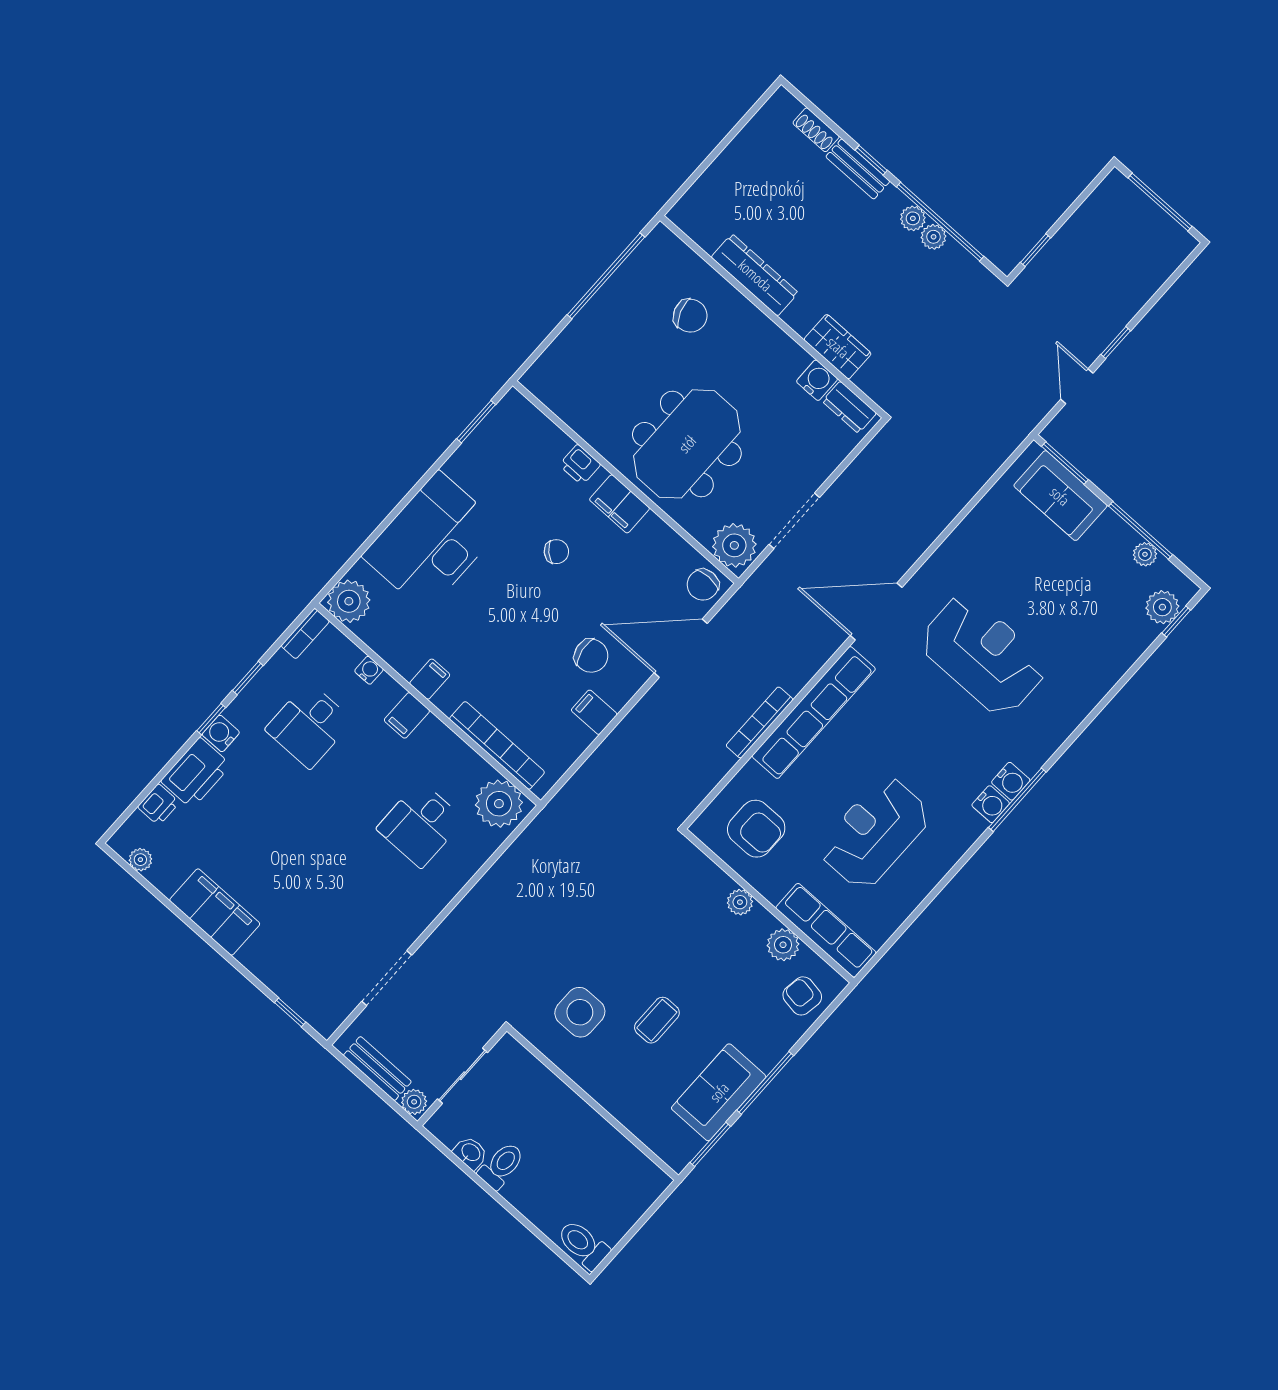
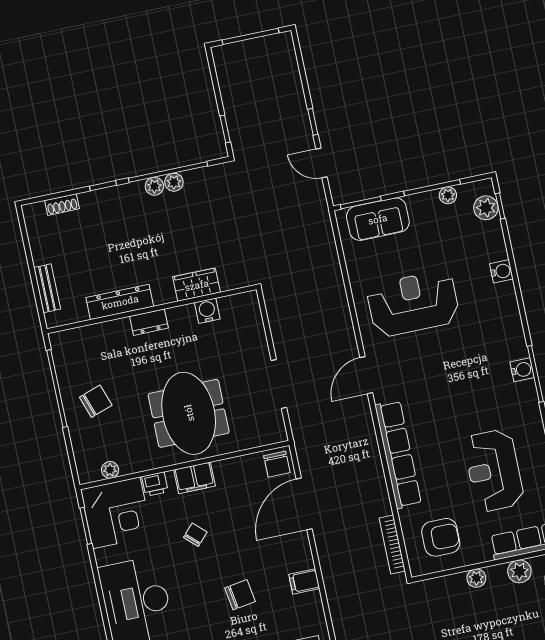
bench: (858, 169) -> (47, 288), moved, turned 90
chair: (690, 316) -> (96, 401), moved
dresser: (849, 407) -> (149, 322), moved
corner desk: (516, 445) -> (116, 513), added
plant: (734, 545) -> (110, 470), moved, width x0.53, depth x0.53
door: (876, 611) -> (366, 375), width x0.73
reception desk: (983, 655) -> (413, 303), moved
chair: (591, 656) -> (240, 595), moved
bookcase: (760, 722) -> (392, 544), moved
water cooler: (991, 804) -> (501, 271), moved

